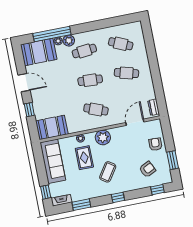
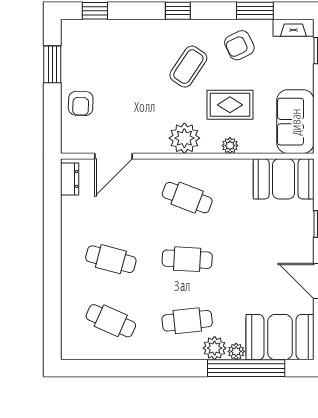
rug: (84, 158) -> (230, 105), turned 90
sofa: (53, 161) -> (295, 122), width x0.73
armchair: (147, 169) -> (239, 45), moved

